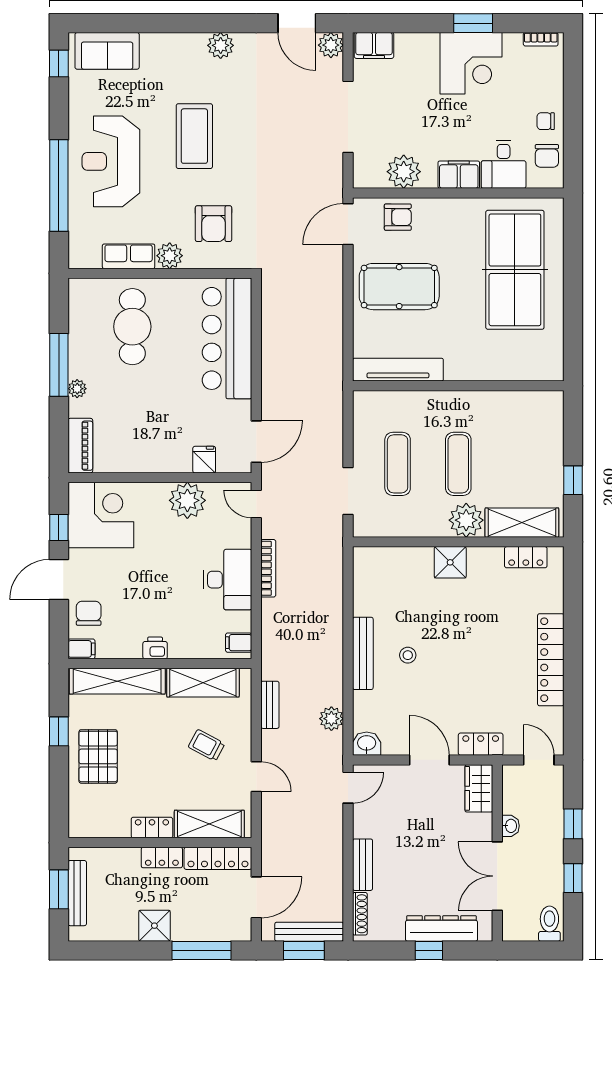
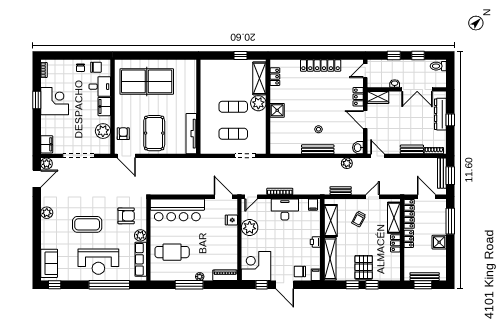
row of seats: (129, 256) -> (141, 259), width x1.48
pallet: (98, 756) -> (364, 267), turned 90
door: (429, 760) -> (365, 120), hinge flipped
window: (59, 775) -> (372, 285), added

